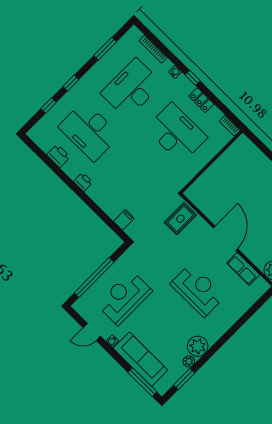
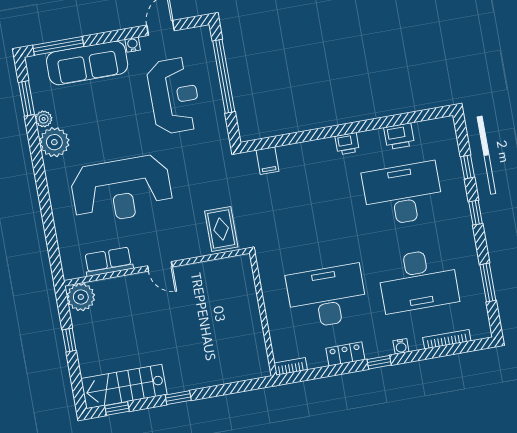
desk: (132, 88) -> (418, 280), turned 90
desk: (176, 133) -> (327, 297), turned 180
door: (225, 238) -> (160, 266), width x0.53
reception desk: (198, 290) -> (121, 189), width x1.36, depth x1.30

